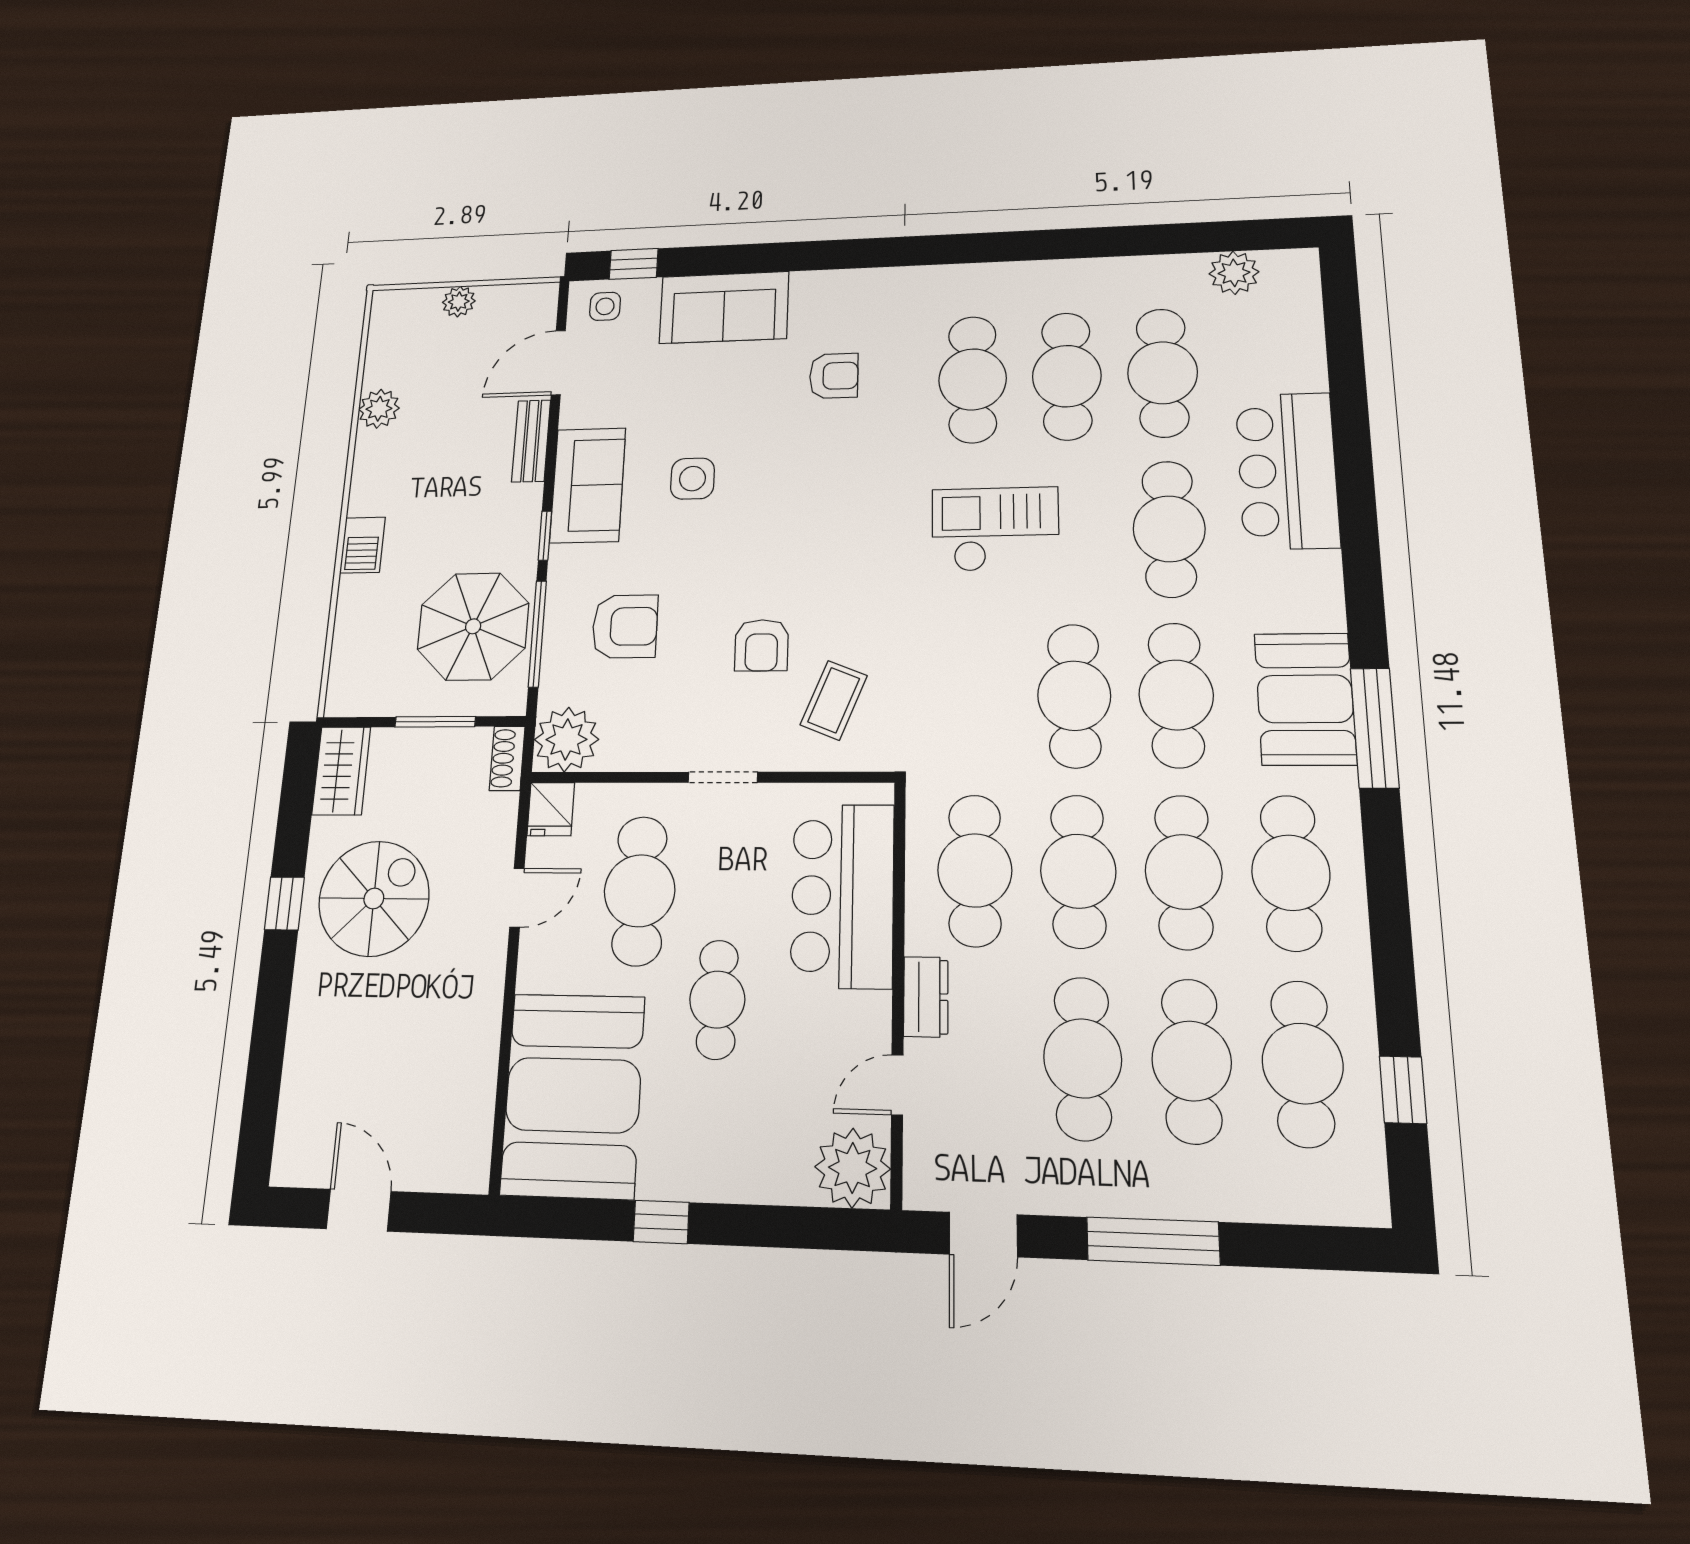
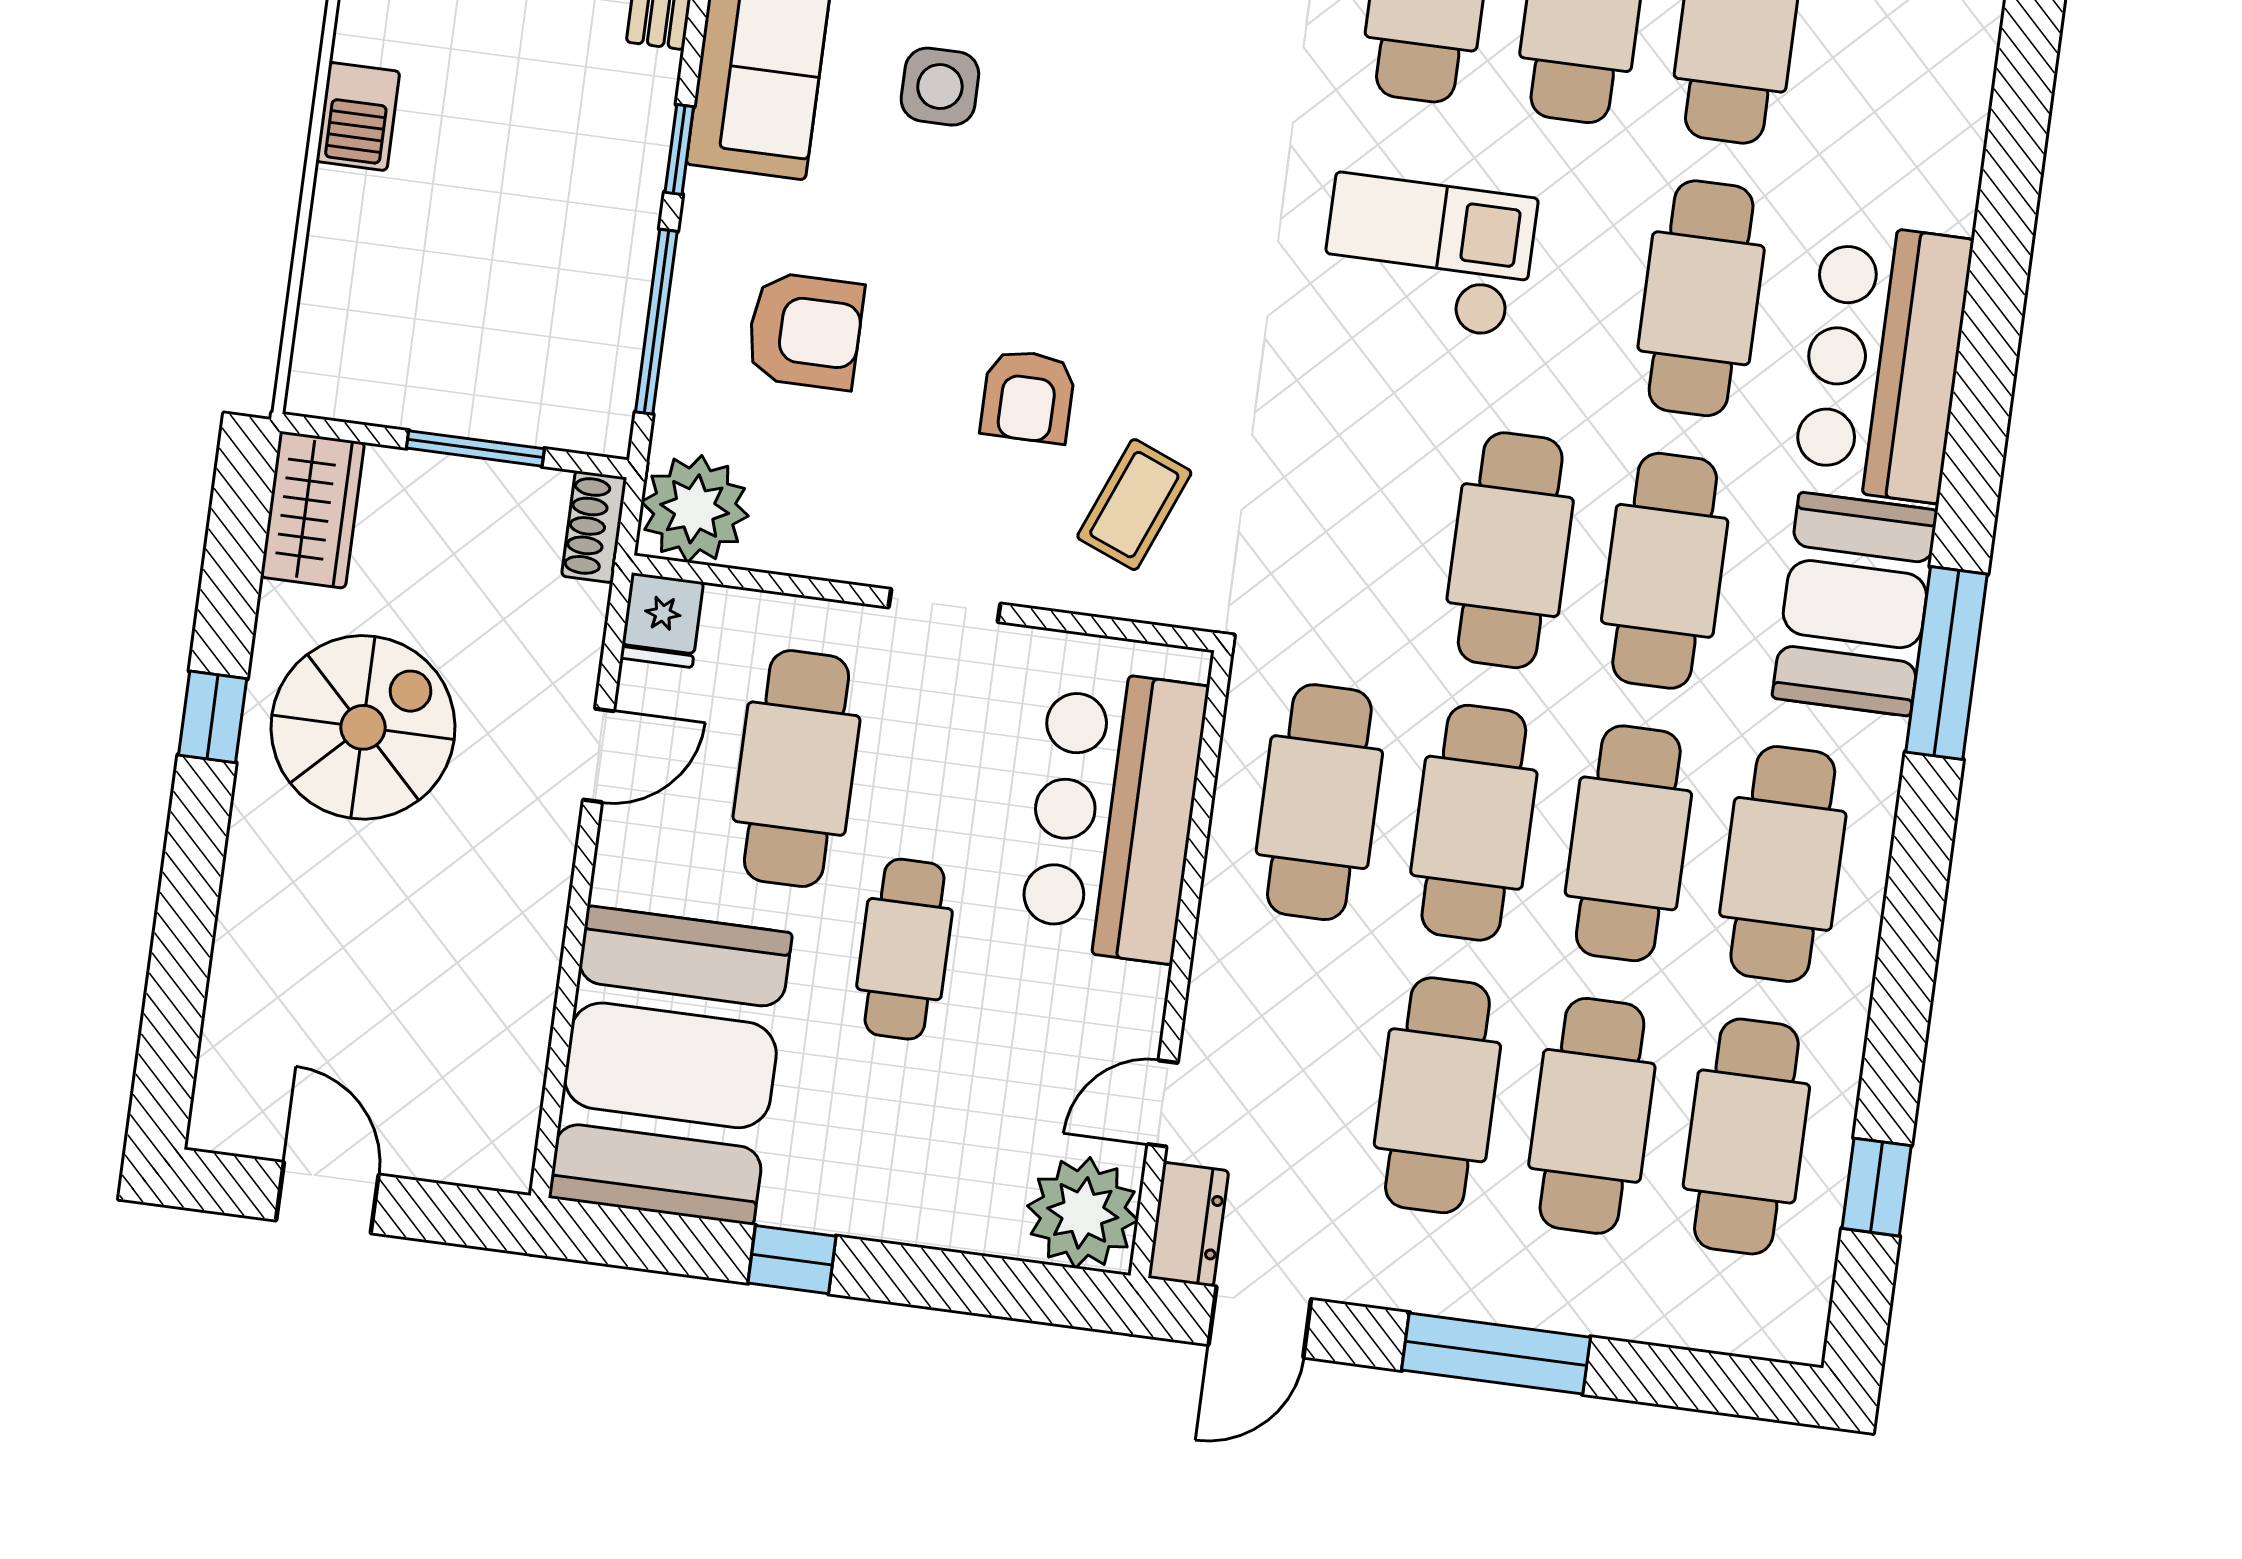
bar counter: (1287, 471) -> (1883, 362), moved
parasol: (473, 626) -> (547, 293), removed
dresser: (926, 997) -> (1188, 1224), moved

